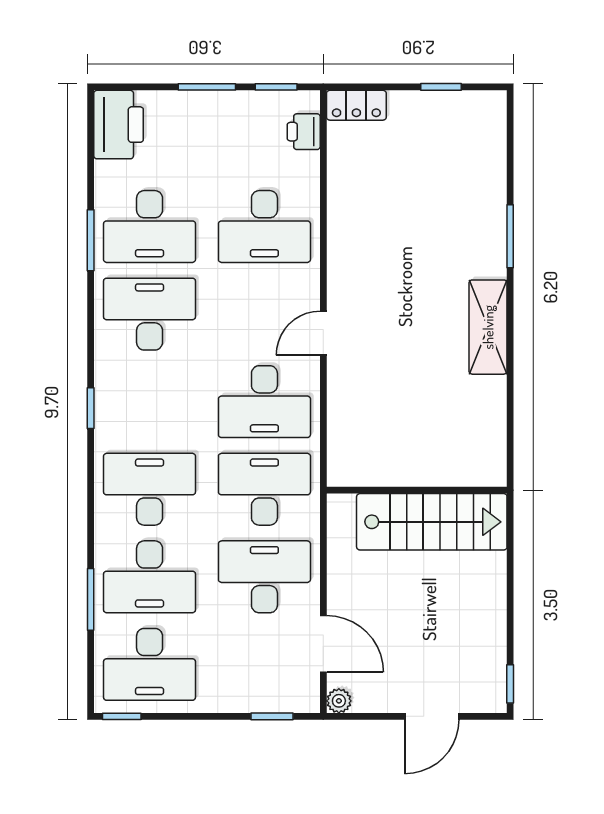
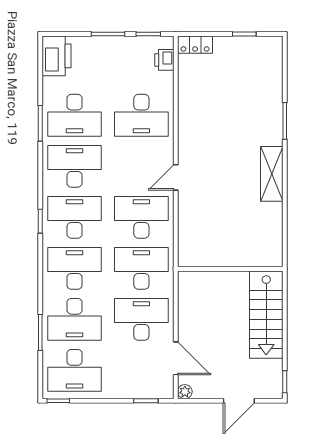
desk: (150, 402) -> (75, 217), added
desk: (264, 402) -> (141, 217), turned 180
stairs: (432, 522) -> (266, 315), moved, turned 90

